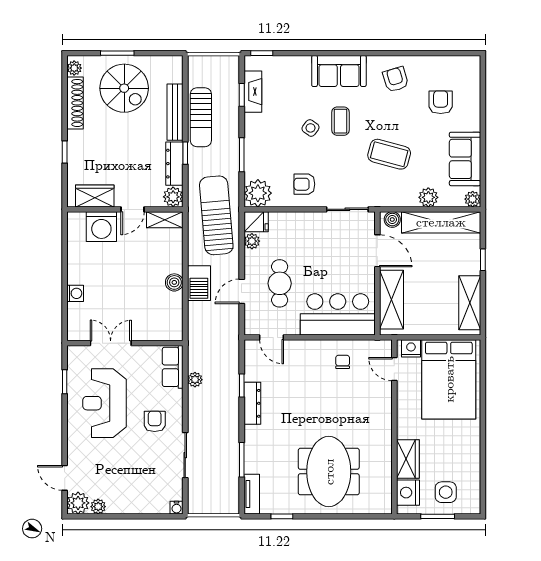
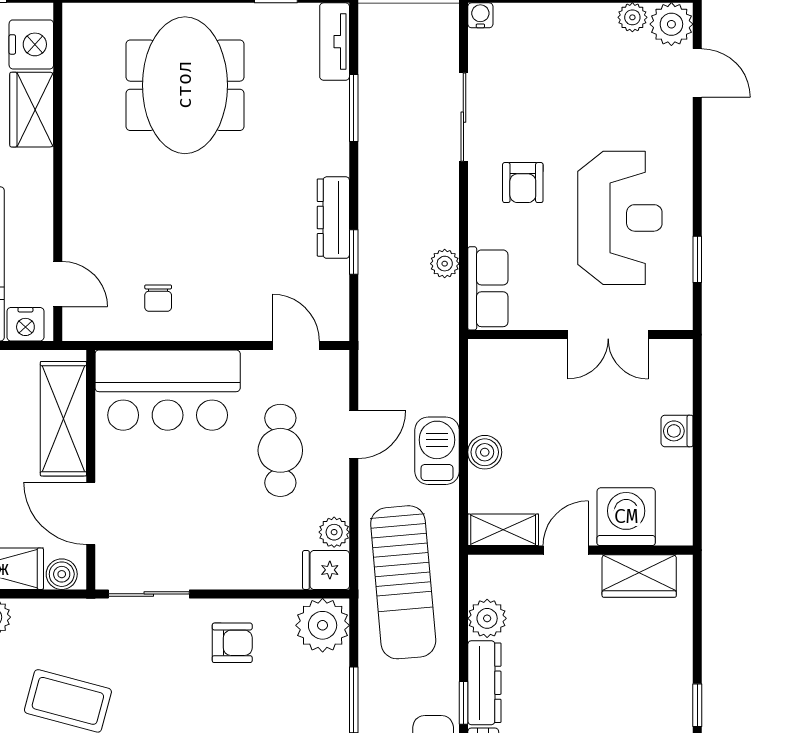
wardrobe: (95, 196) -> (639, 576), moved
wall: (125, 209) -> (580, 550), moved
door: (133, 209) -> (566, 550), moved
shelving: (165, 220) -> (503, 530), moved
washing machine: (101, 227) -> (626, 517), moved

